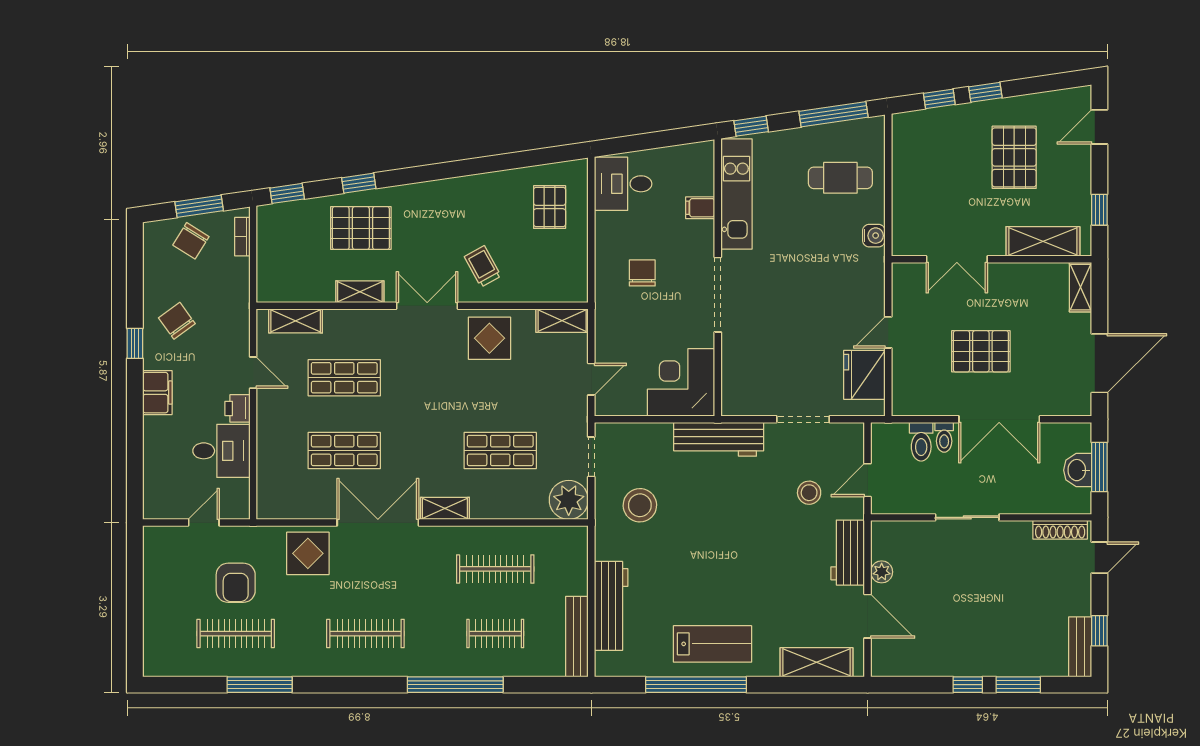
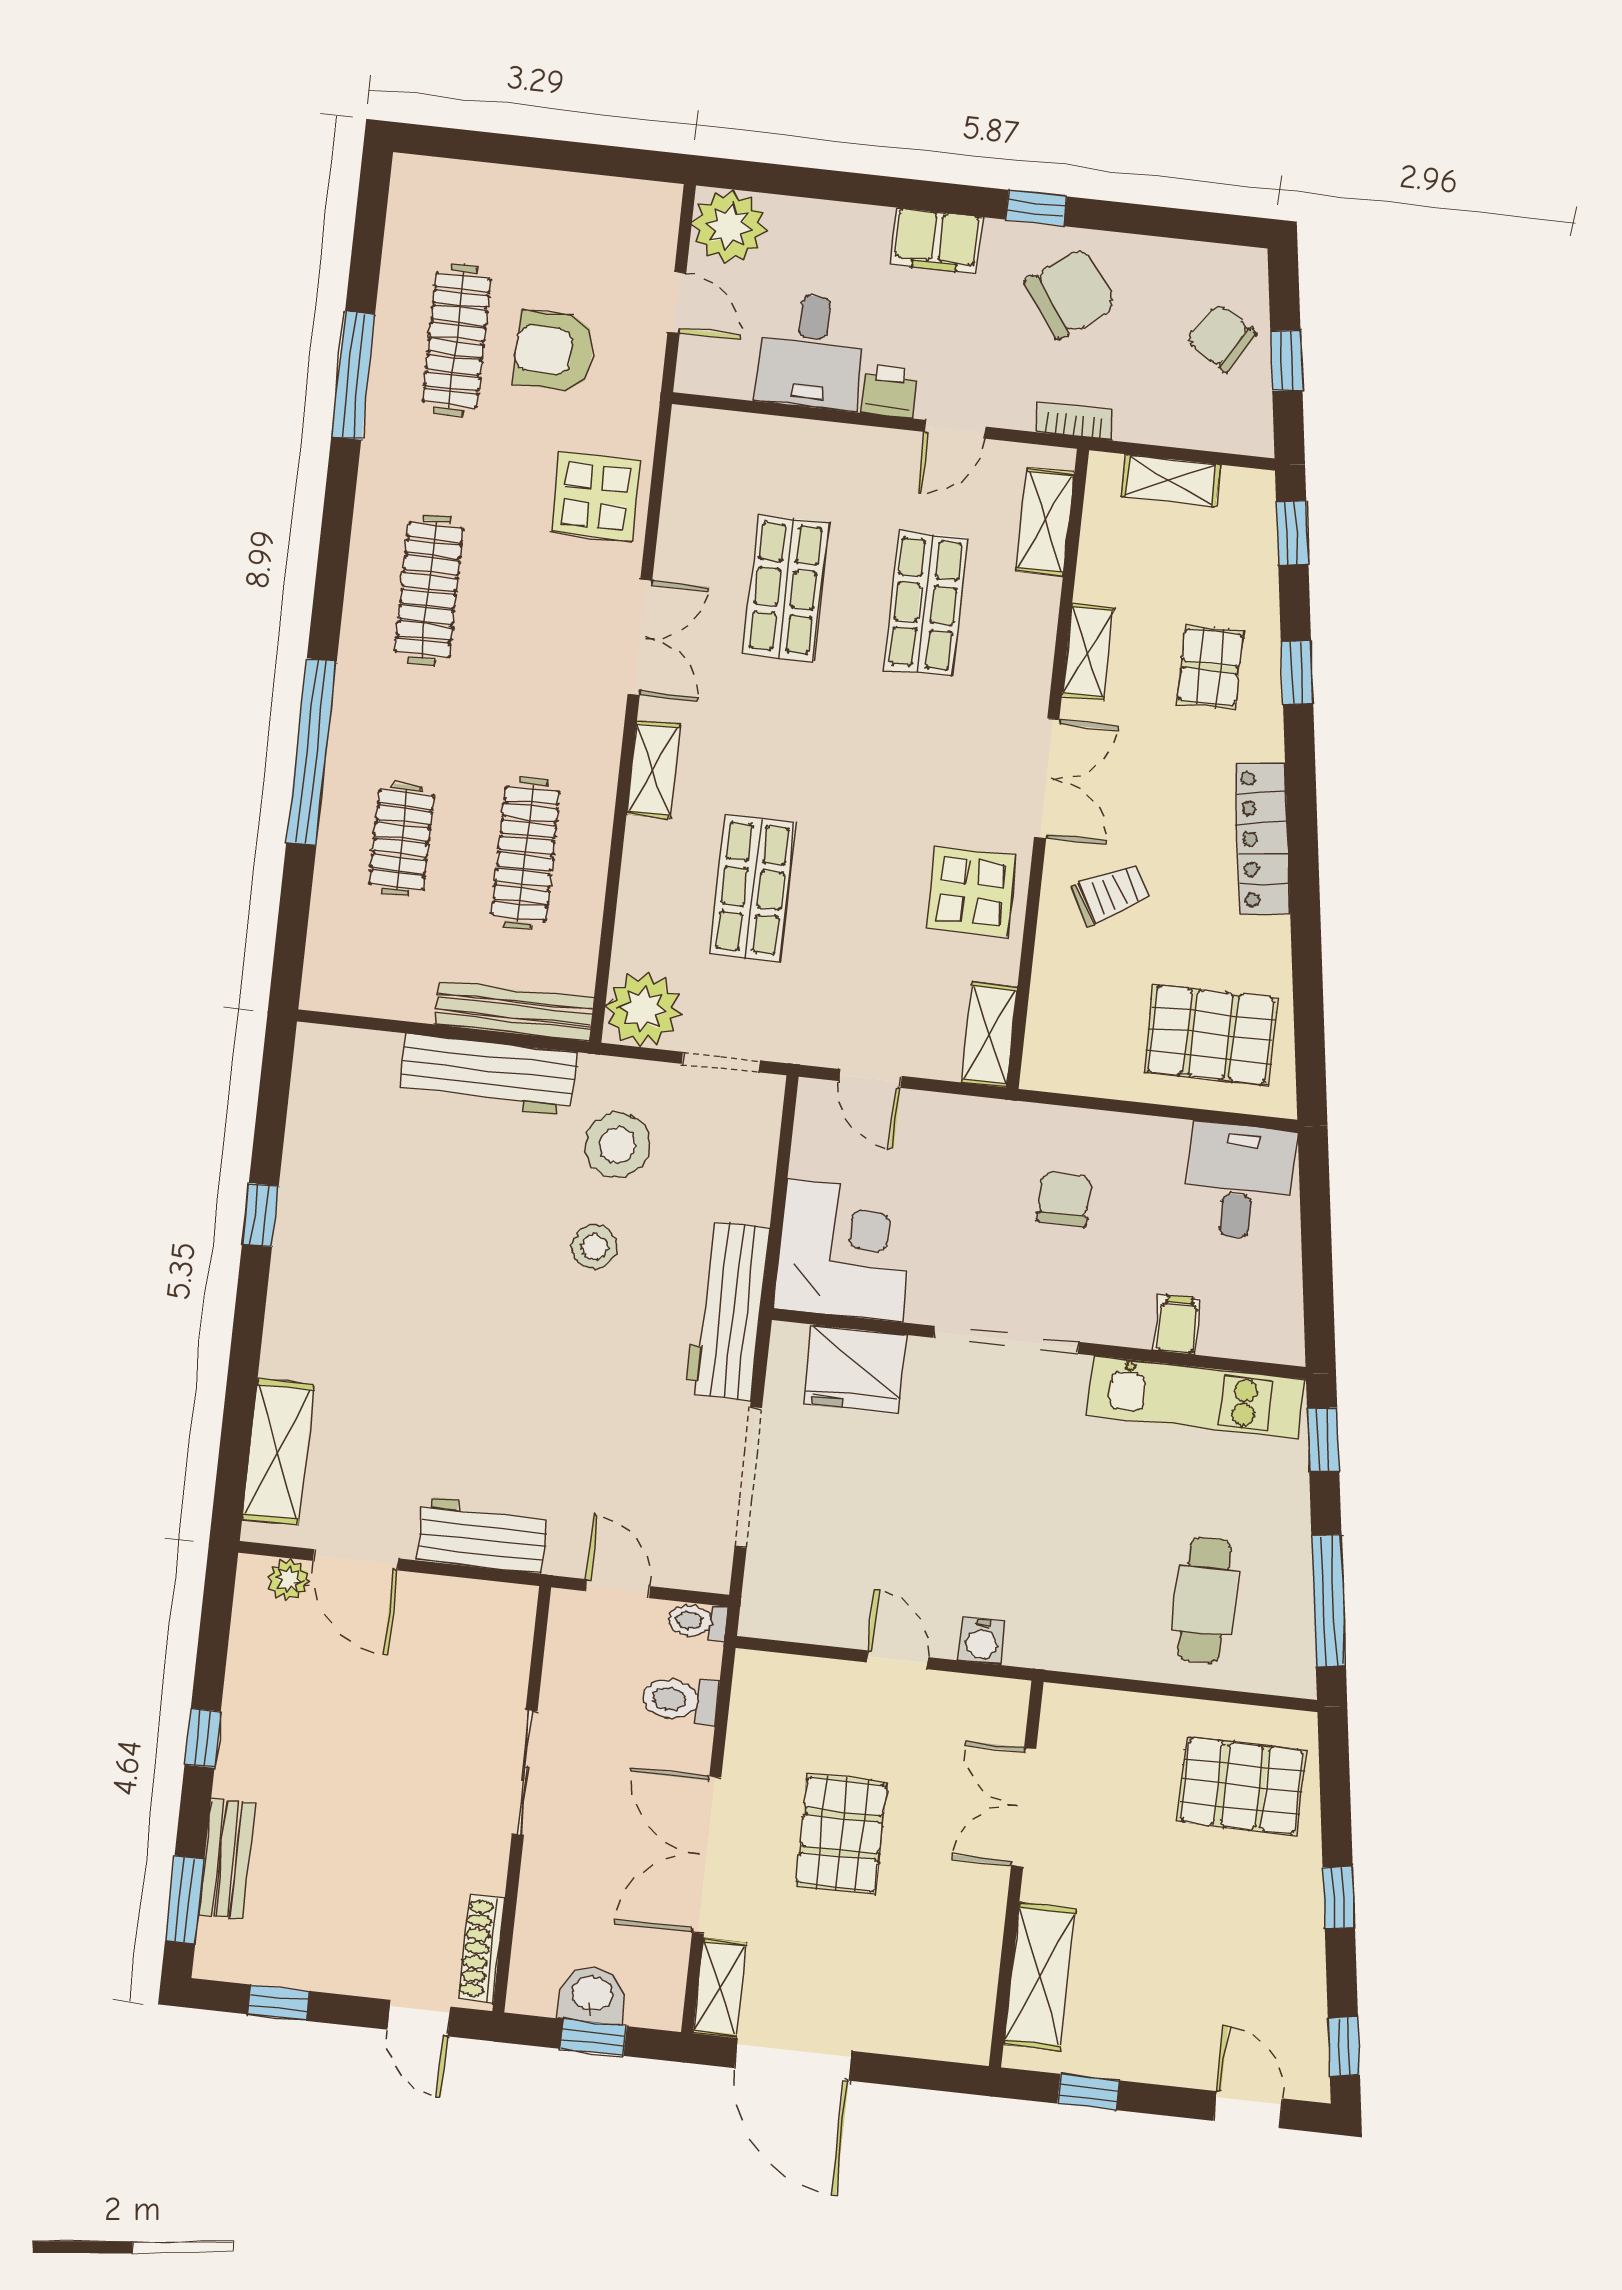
window: (939, 99) -> (1344, 2046), moved
pallet: (1014, 157) -> (1242, 1786), moved
locker: (446, 191) -> (1263, 839), added
window: (199, 206) -> (1286, 361), width x0.67
pallet: (550, 207) -> (1210, 1035), width x1.50, depth x1.42
pallet: (361, 228) -> (1210, 667), width x0.67, depth x0.71
water cooler: (874, 236) -> (982, 1641), moved
bookcase: (242, 237) -> (1075, 421), moved
shelving: (267, 259) -> (1171, 480), added
chair: (642, 273) -> (1064, 1199), turned -90
shelving: (1080, 287) -> (720, 1988), moved, turned 90
chair: (177, 321) -> (1071, 293), width x1.37, depth x1.37
fridge: (864, 375) -> (855, 1370), moved, turned 180
doorway: (803, 419) -> (748, 1477), width x1.36
toilet: (944, 437) -> (697, 1621), moved
window: (1099, 467) -> (593, 2037), width x0.67
stool: (809, 493) -> (594, 1247), moved
plant: (162, 500) -> (729, 227), added
double door: (378, 523) -> (640, 637), width x0.73
plant: (882, 572) -> (289, 1580), moved
workbench: (611, 606) -> (488, 1075), moved
door: (868, 616) -> (356, 1560), hinge flipped
bench: (577, 637) -> (514, 1011), moved
lab bench: (713, 644) -> (335, 1255), removed
bench: (1080, 647) -> (227, 1859), moved, turned 90
window: (696, 685) -> (260, 1215), width x0.32
window: (1018, 685) -> (185, 1900), moved

